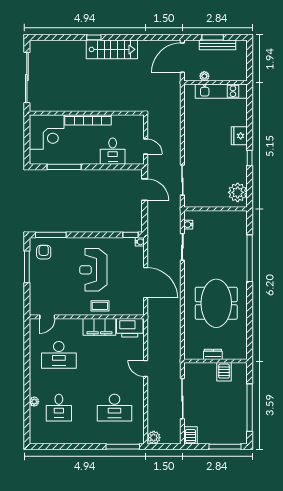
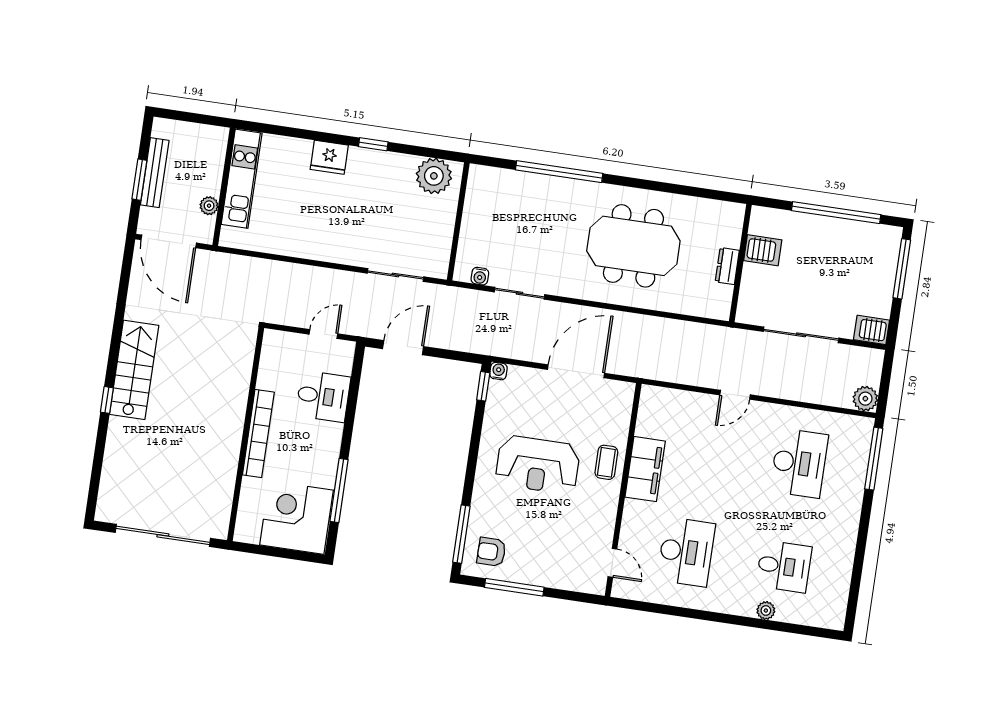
corner desk: (47, 132) -> (296, 518), moved, turned -90
printer: (130, 328) -> (655, 413), removed

